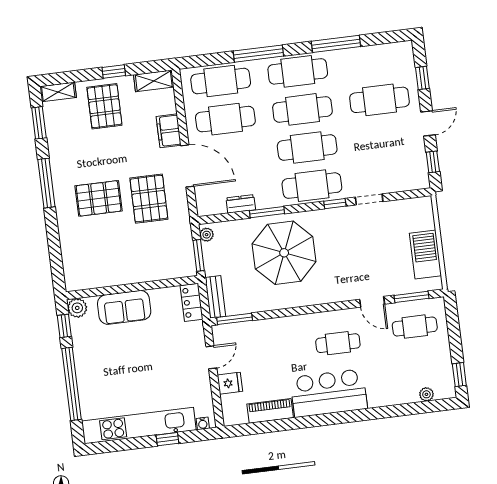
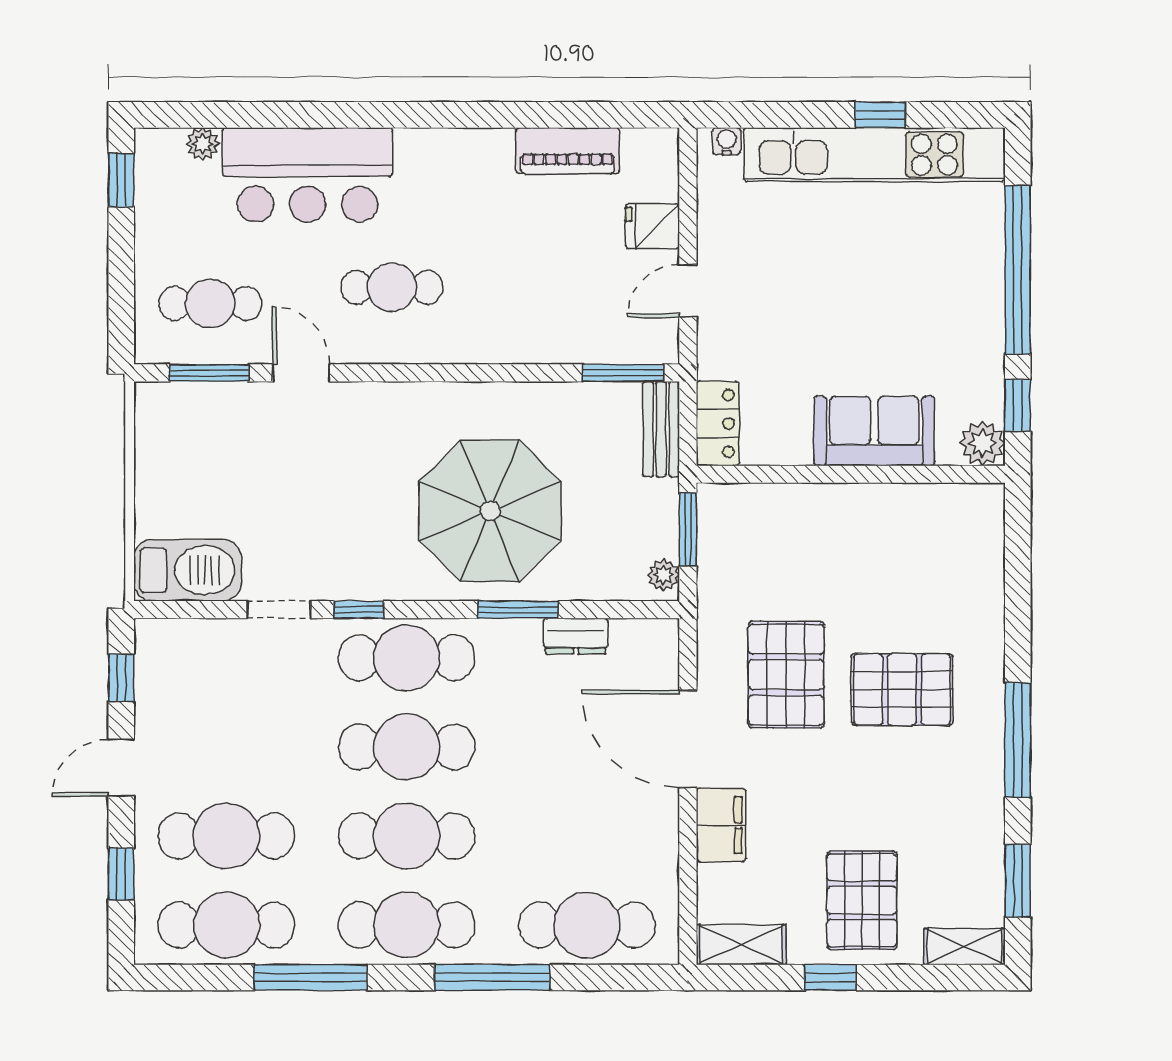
cafe table: (225, 119) -> (226, 925), moved
barbecue: (425, 254) -> (188, 570), moved, turned -90
bar counter: (329, 393) -> (308, 175), moved
window: (167, 439) -> (880, 115), moved

